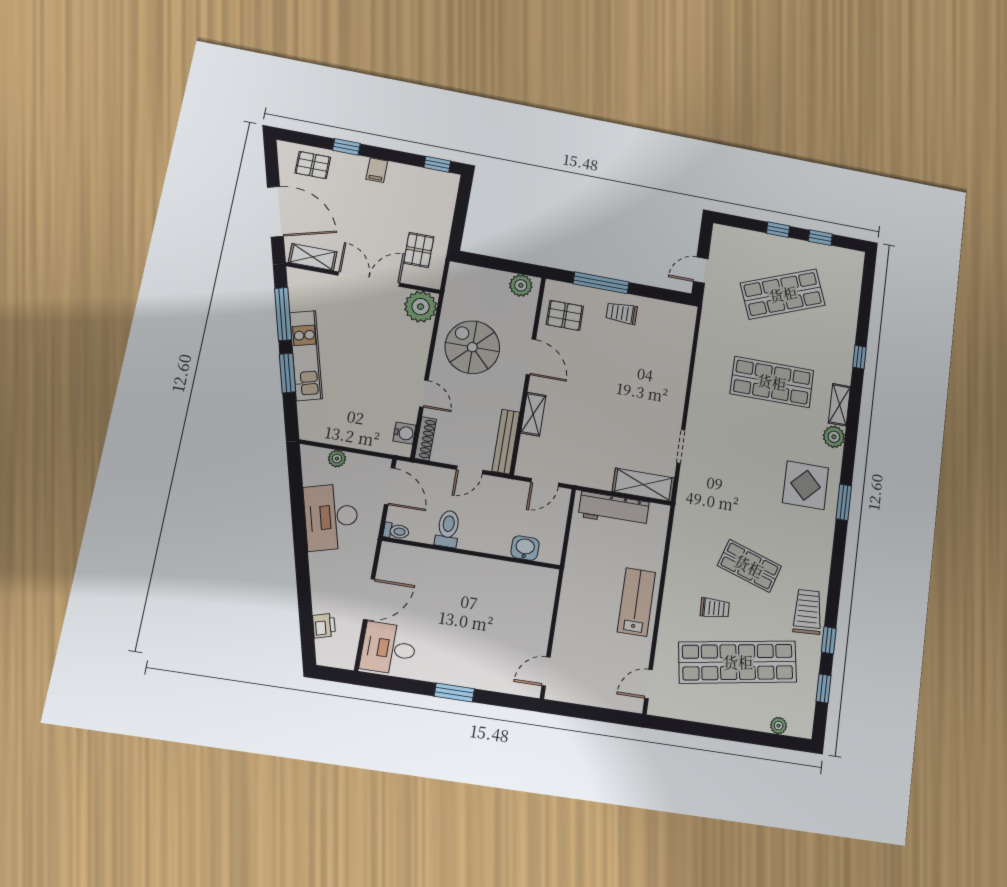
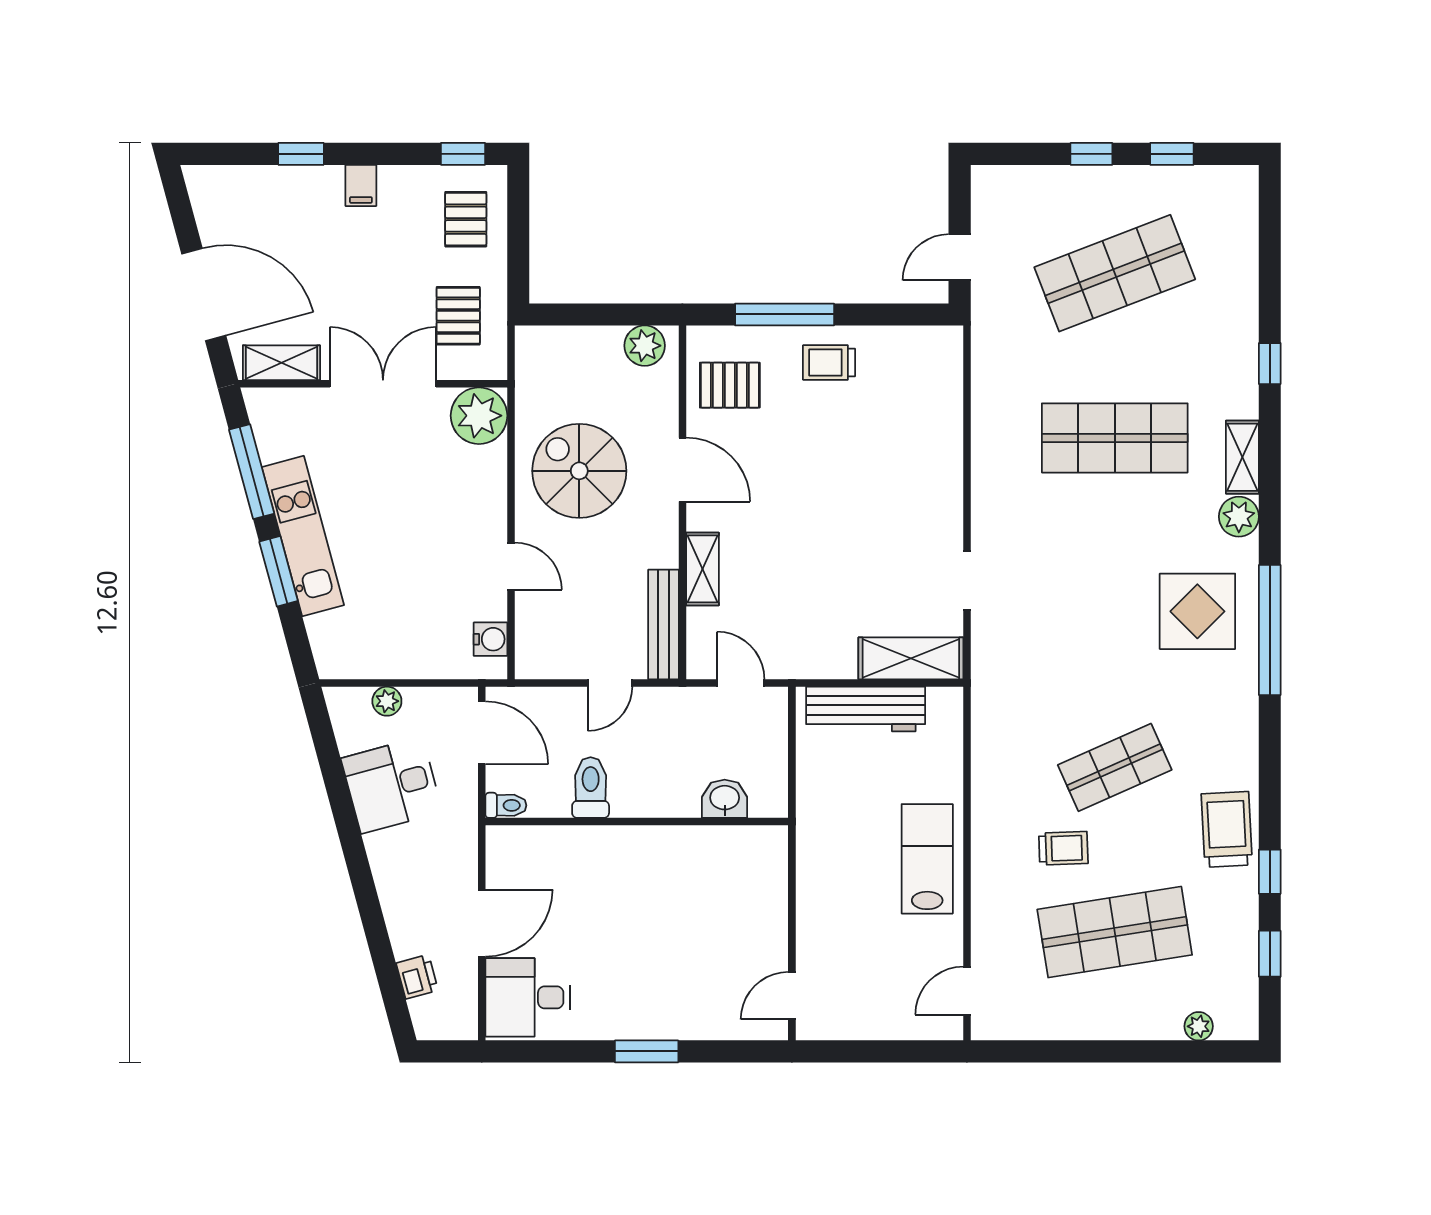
pallet: (313, 165) -> (466, 219), moved, turned 90
shoe rack: (425, 439) -> (527, 643), removed
door: (545, 482) -> (741, 683), swing flipped
window: (844, 502) -> (1270, 630), width x2.11
desk: (331, 517) -> (392, 785), width x0.73
shop shelf: (749, 566) -> (1115, 767), turned -42
shop shelf: (738, 662) -> (1115, 932), width x0.71

